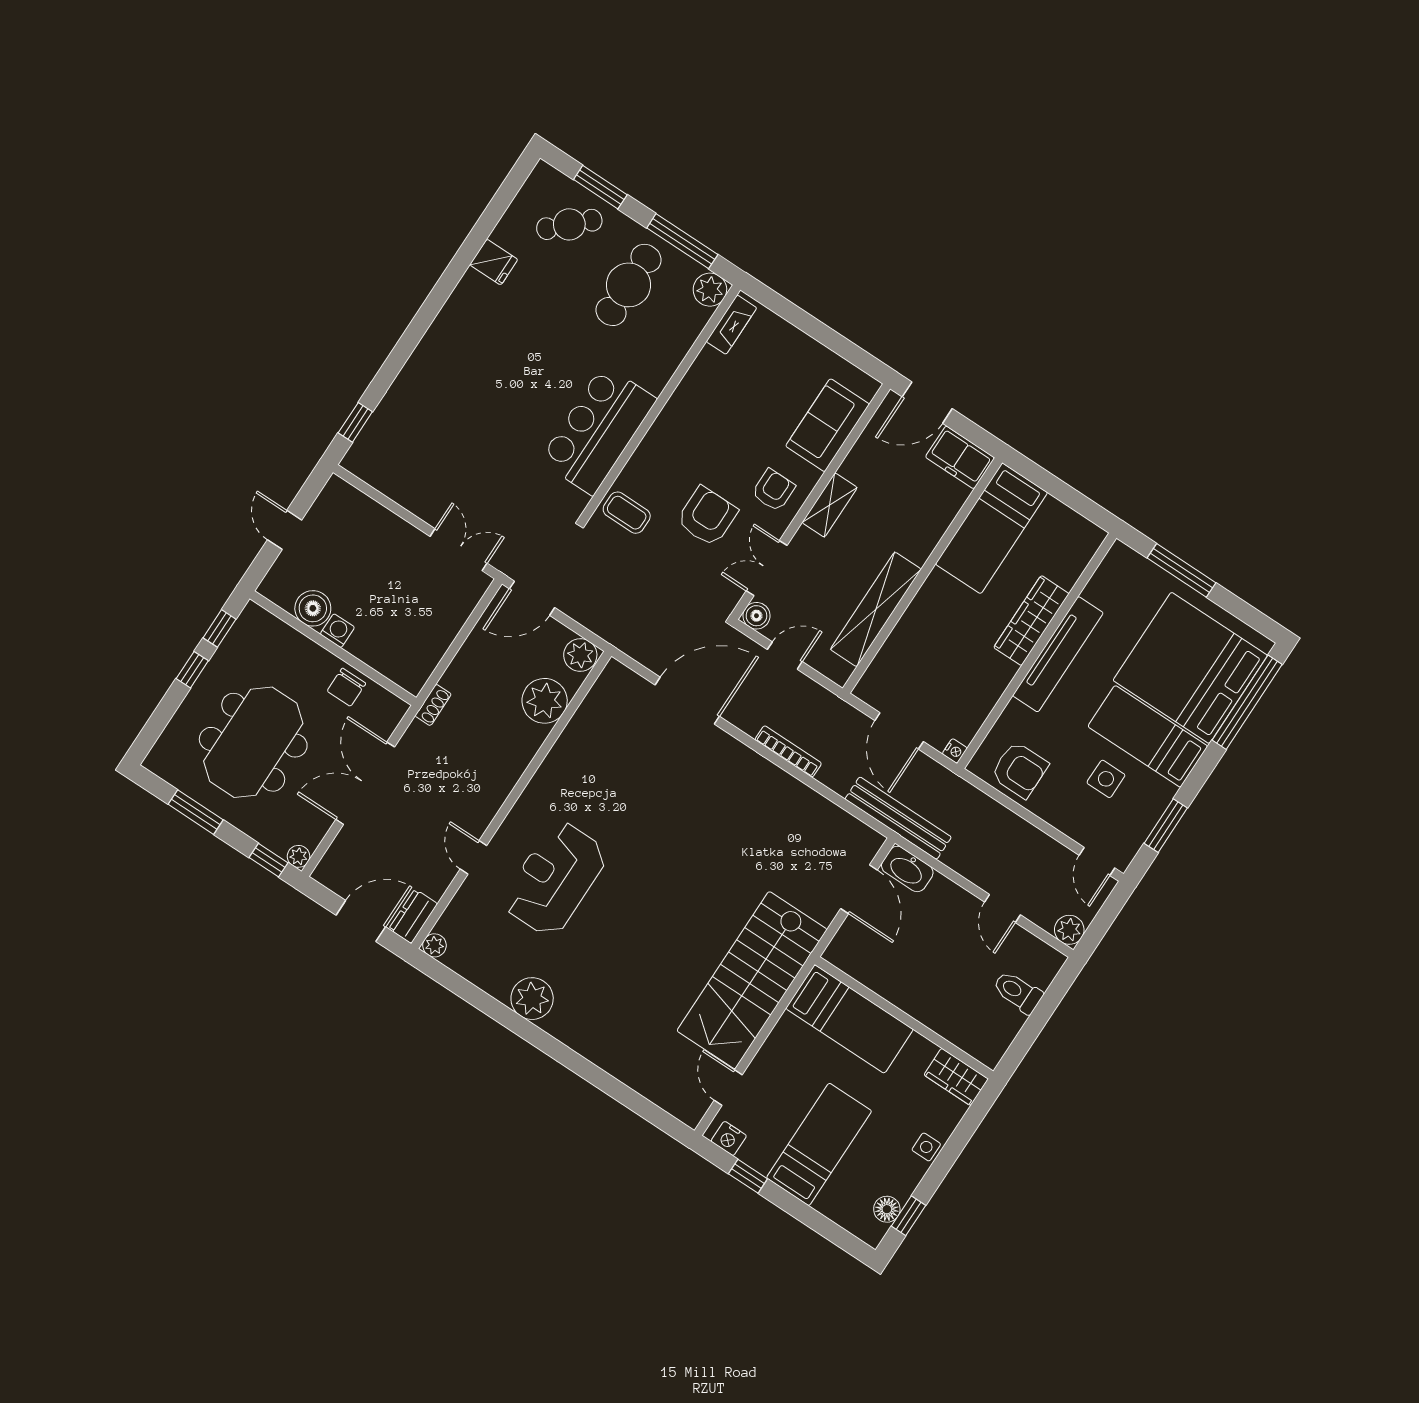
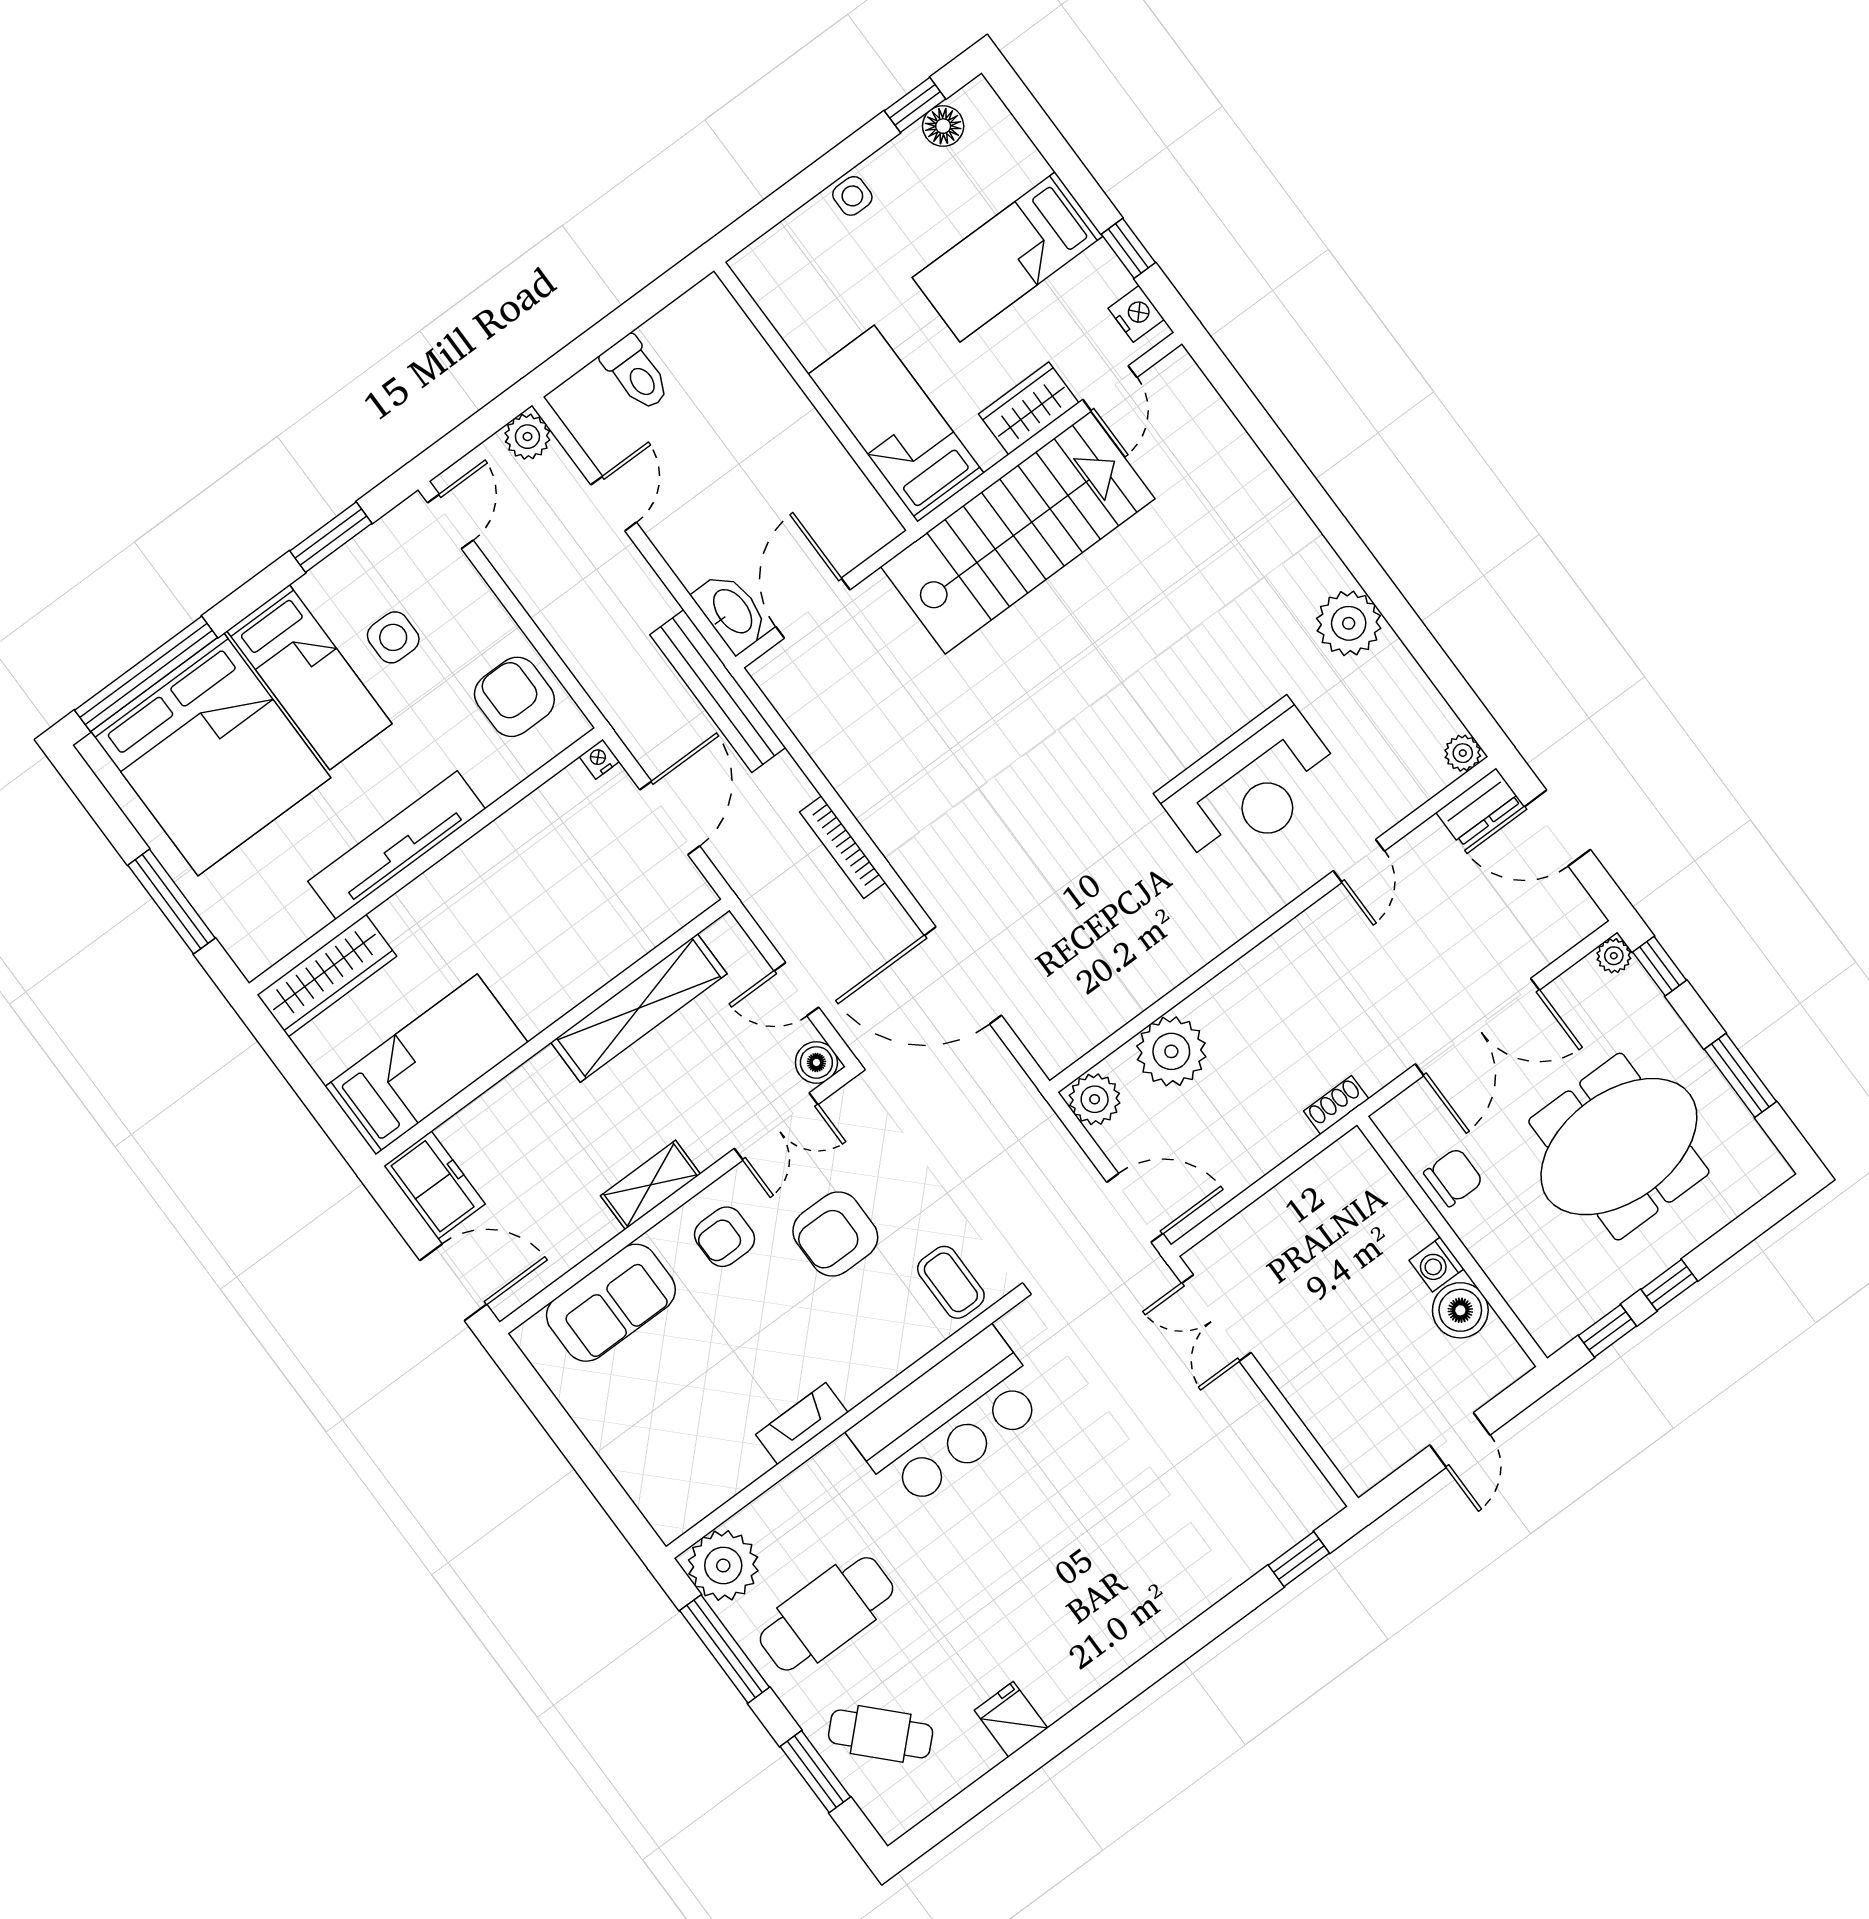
plant: (710, 290) -> (723, 1565), width x1.36, depth x1.36
fireplace: (731, 325) -> (802, 1424), moved
wardrobe: (1031, 621) -> (327, 975), moved
wardrobe: (956, 1077) -> (1029, 408), moved, turned -90

